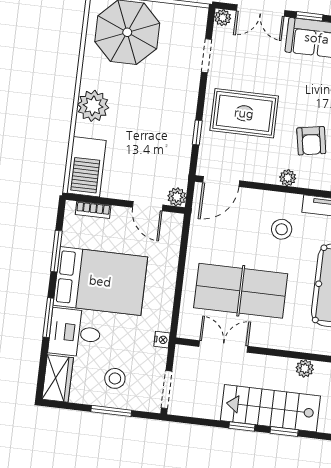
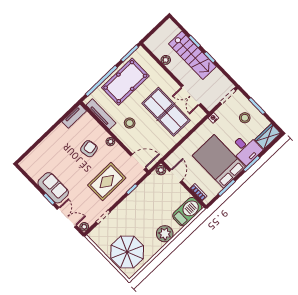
rug: (244, 113) -> (107, 182), turned 90

